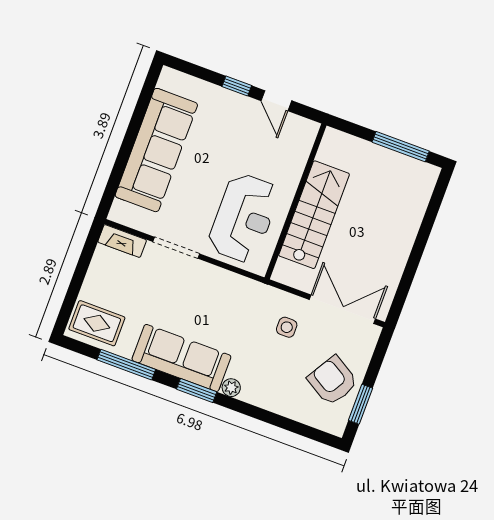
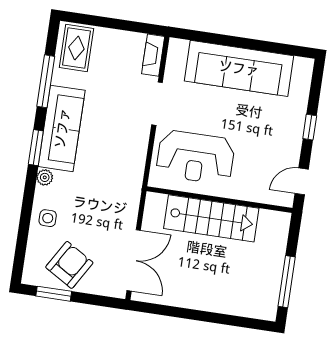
door: (276, 101) -> (302, 181), moved
side table: (287, 327) -> (48, 218), moved

